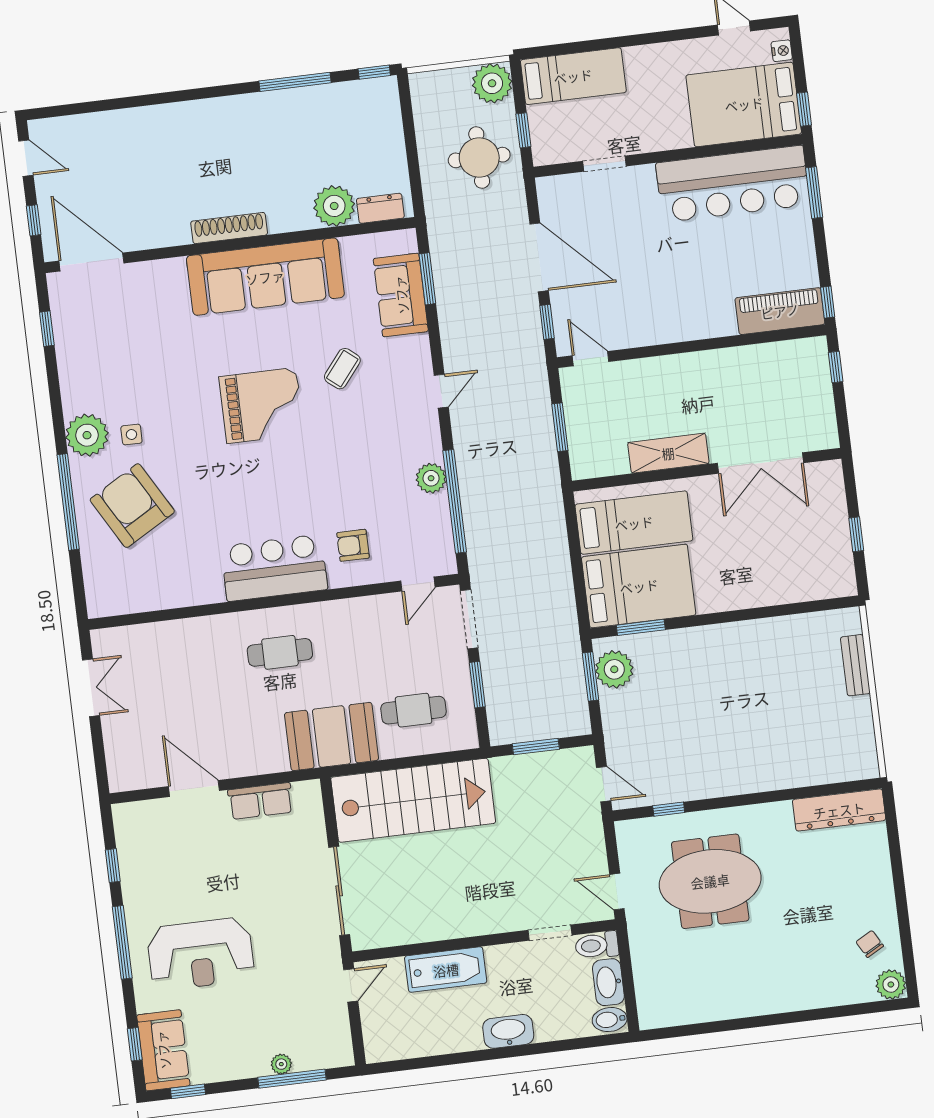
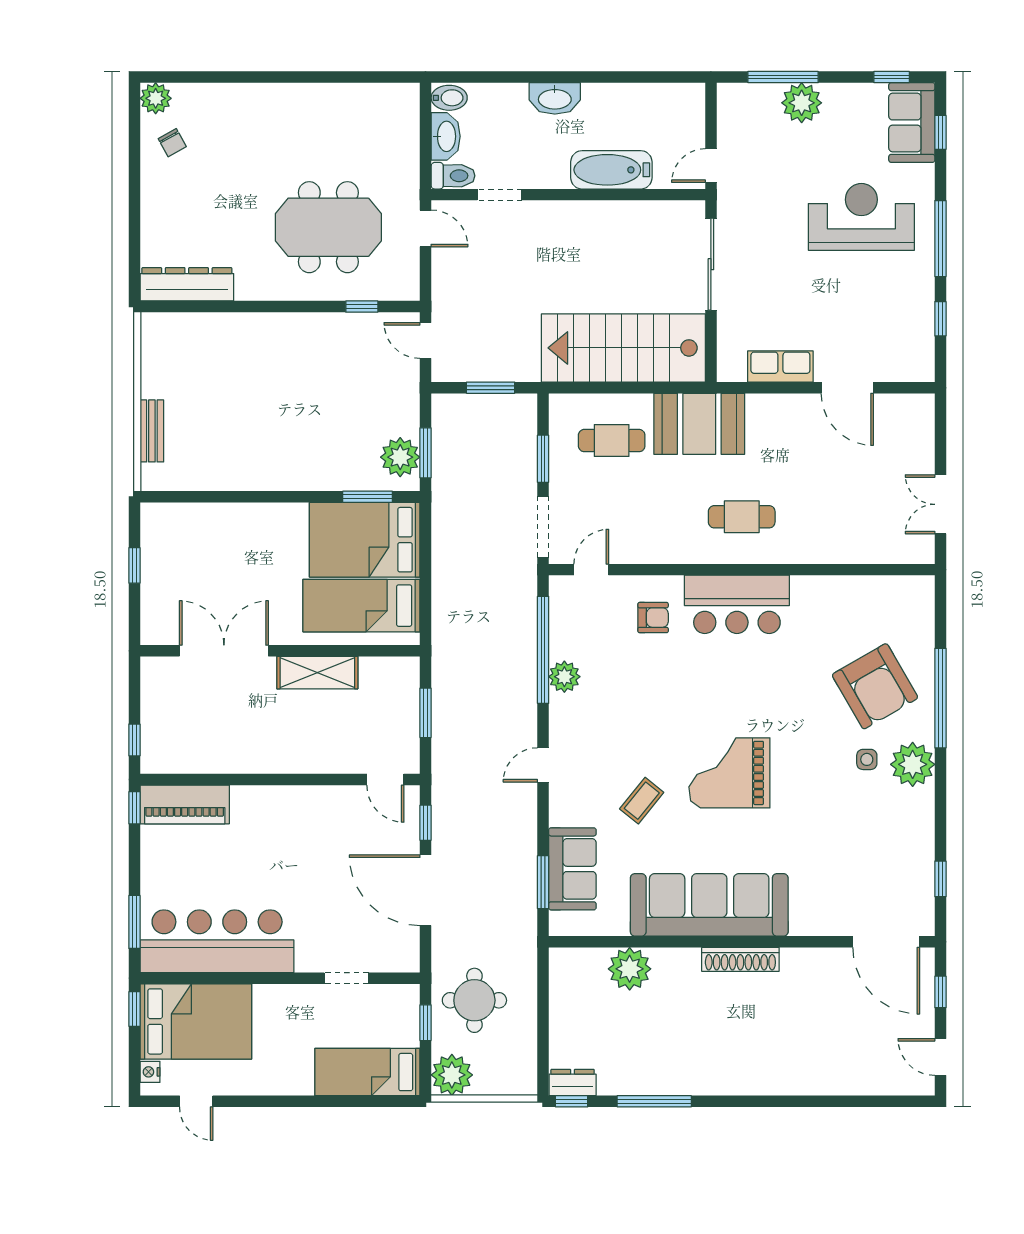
dresser: (380, 208) -> (573, 1082), moved, turned 180
plant: (281, 1064) -> (802, 103), width x1.88, depth x1.88

